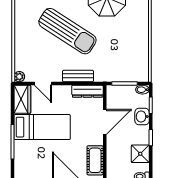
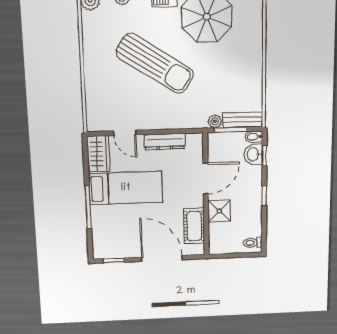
bench: (78, 76) -> (243, 120), moved
plant: (19, 77) -> (215, 121), moved
dresser: (87, 91) -> (165, 142), moved
washbasin: (142, 117) -> (253, 154), moved
shower: (140, 154) -> (219, 211), moved

